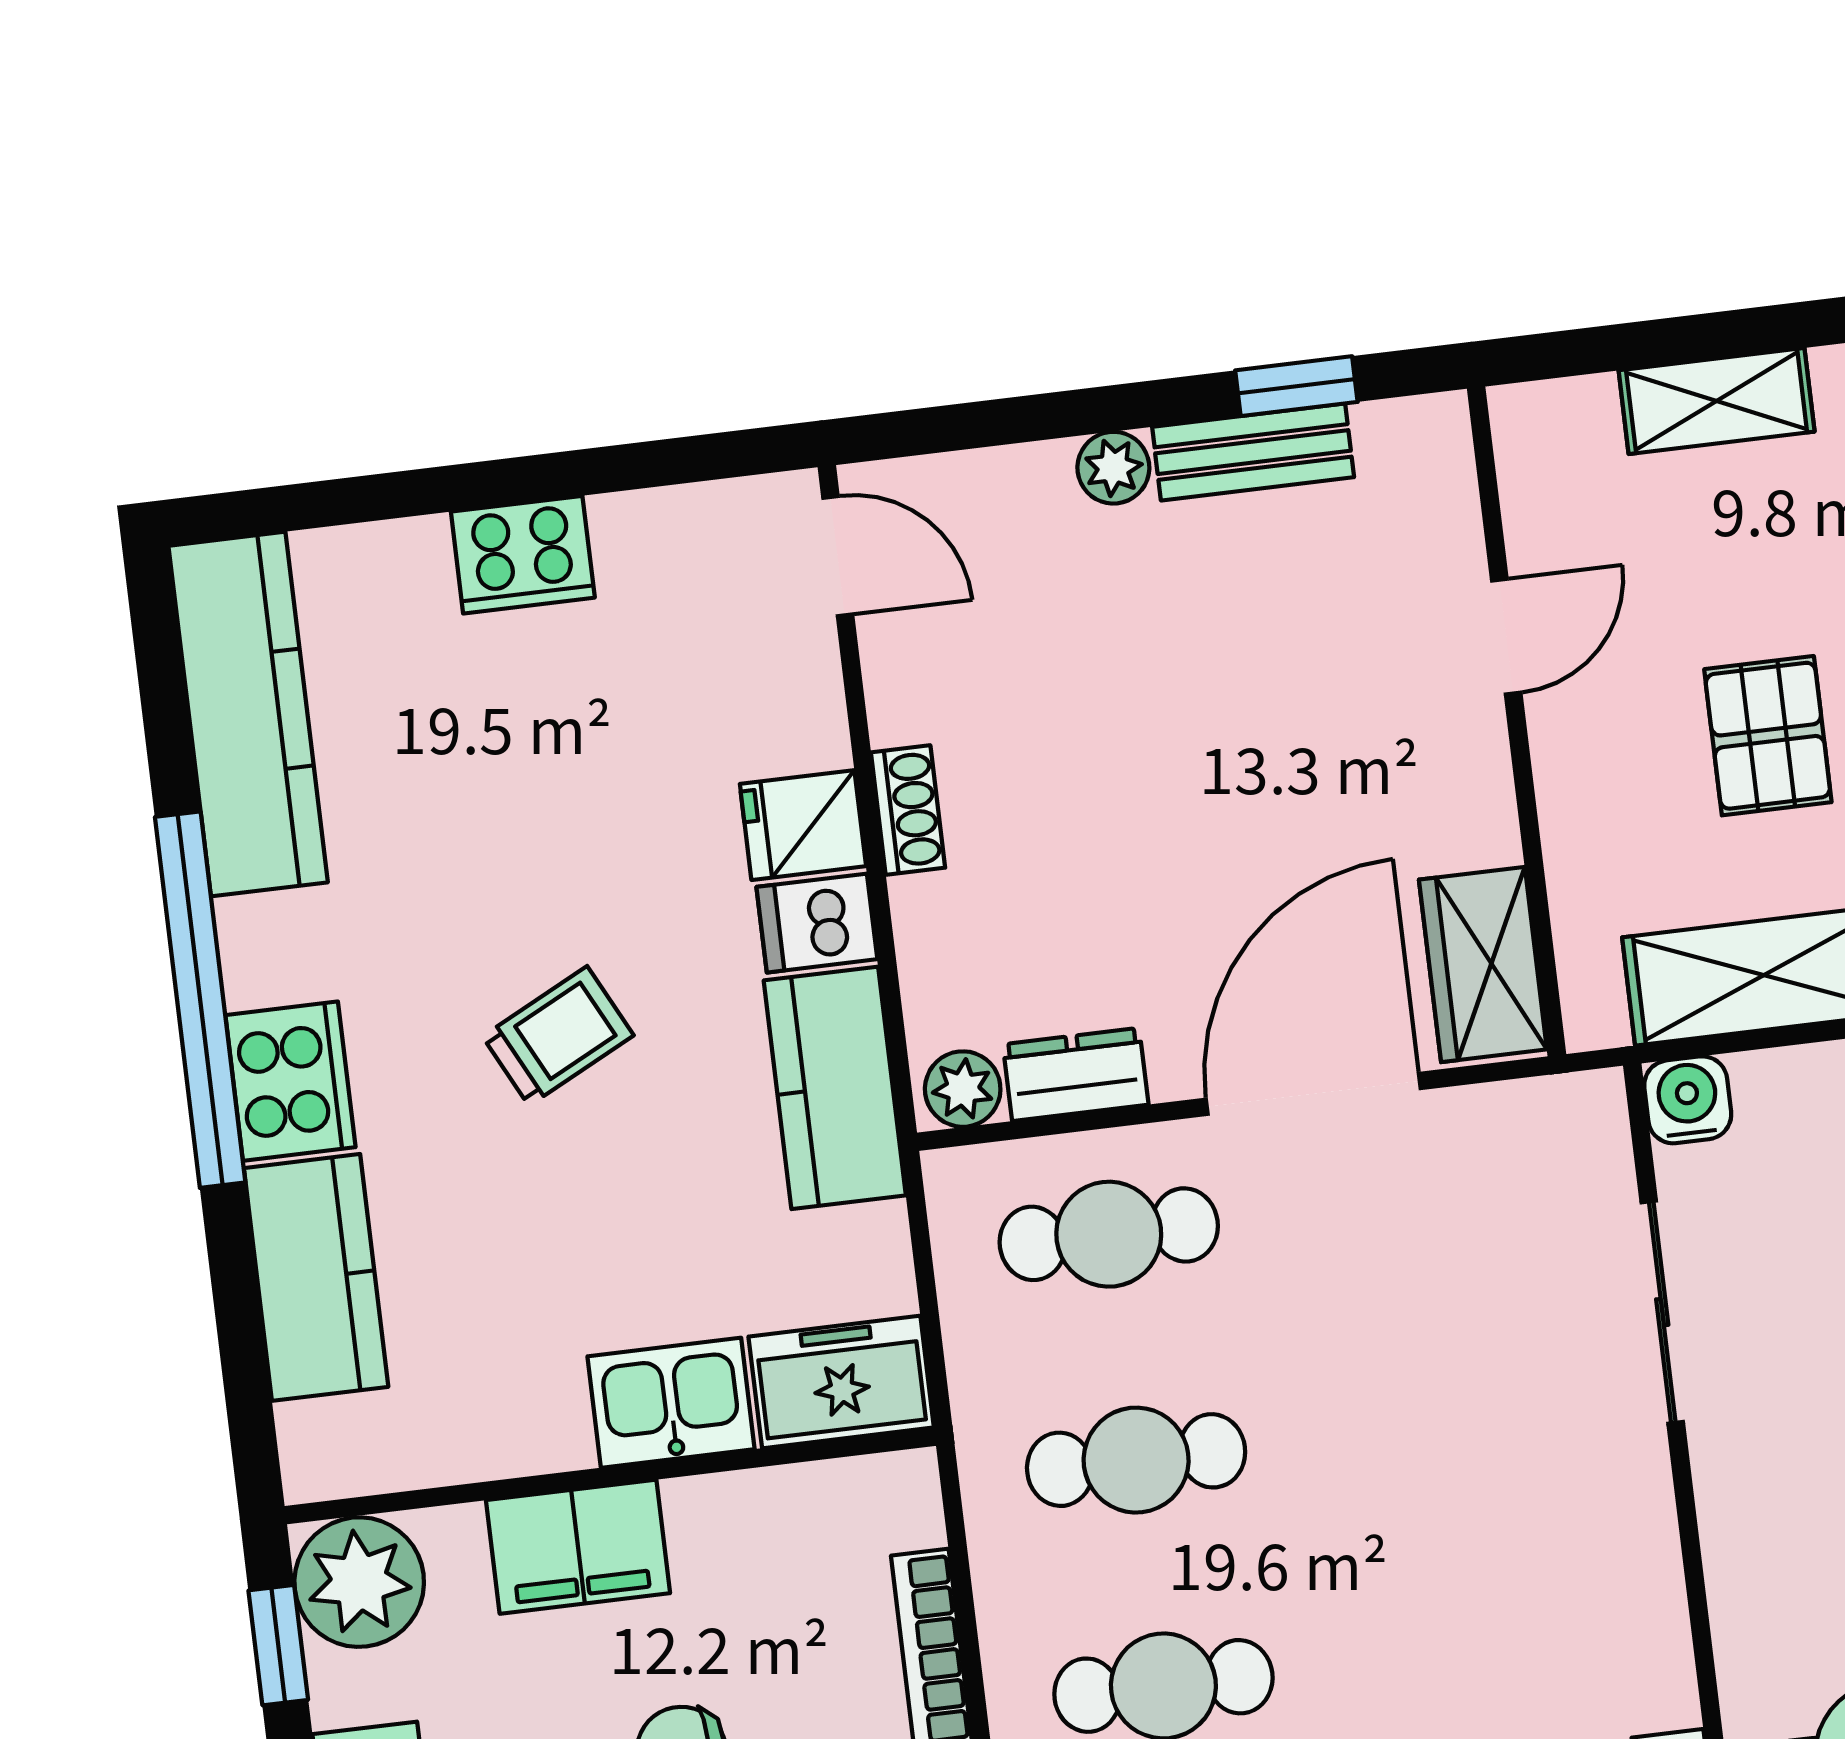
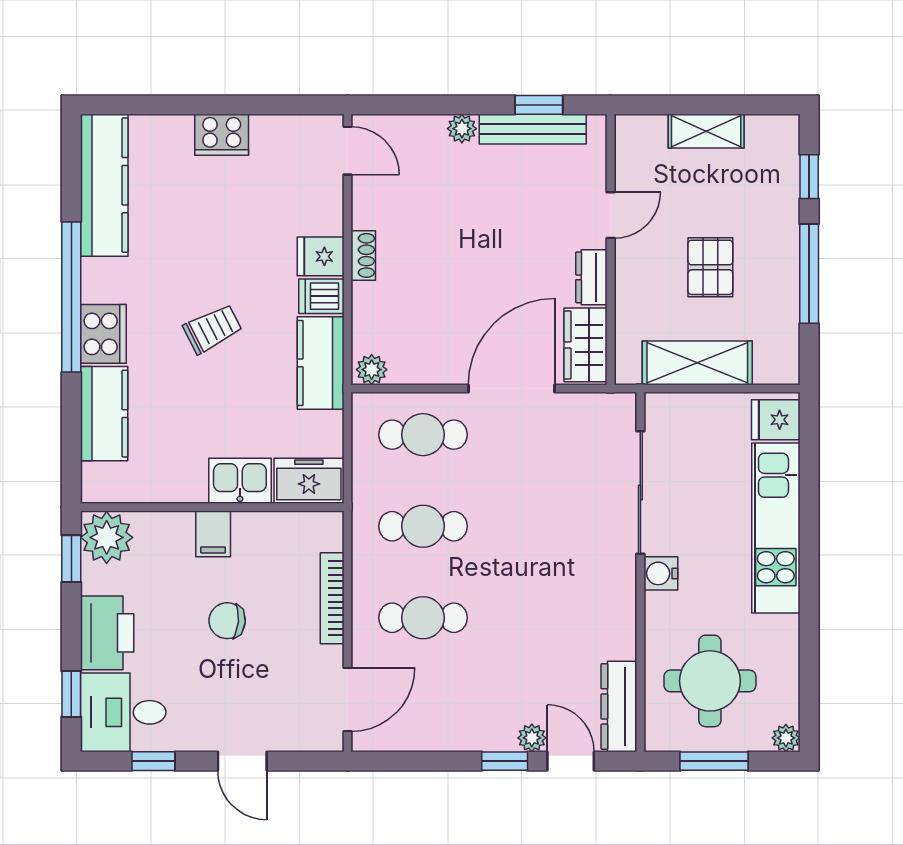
bench: (1253, 452) -> (533, 129), width x1.36
dresser: (1076, 1074) -> (591, 277), moved, turned -90
water cooler: (1688, 1100) -> (661, 573), moved, turned -90
sliding door: (1662, 1312) -> (640, 493), width x1.37
filing cabinet: (578, 1547) -> (213, 534), width x0.50

